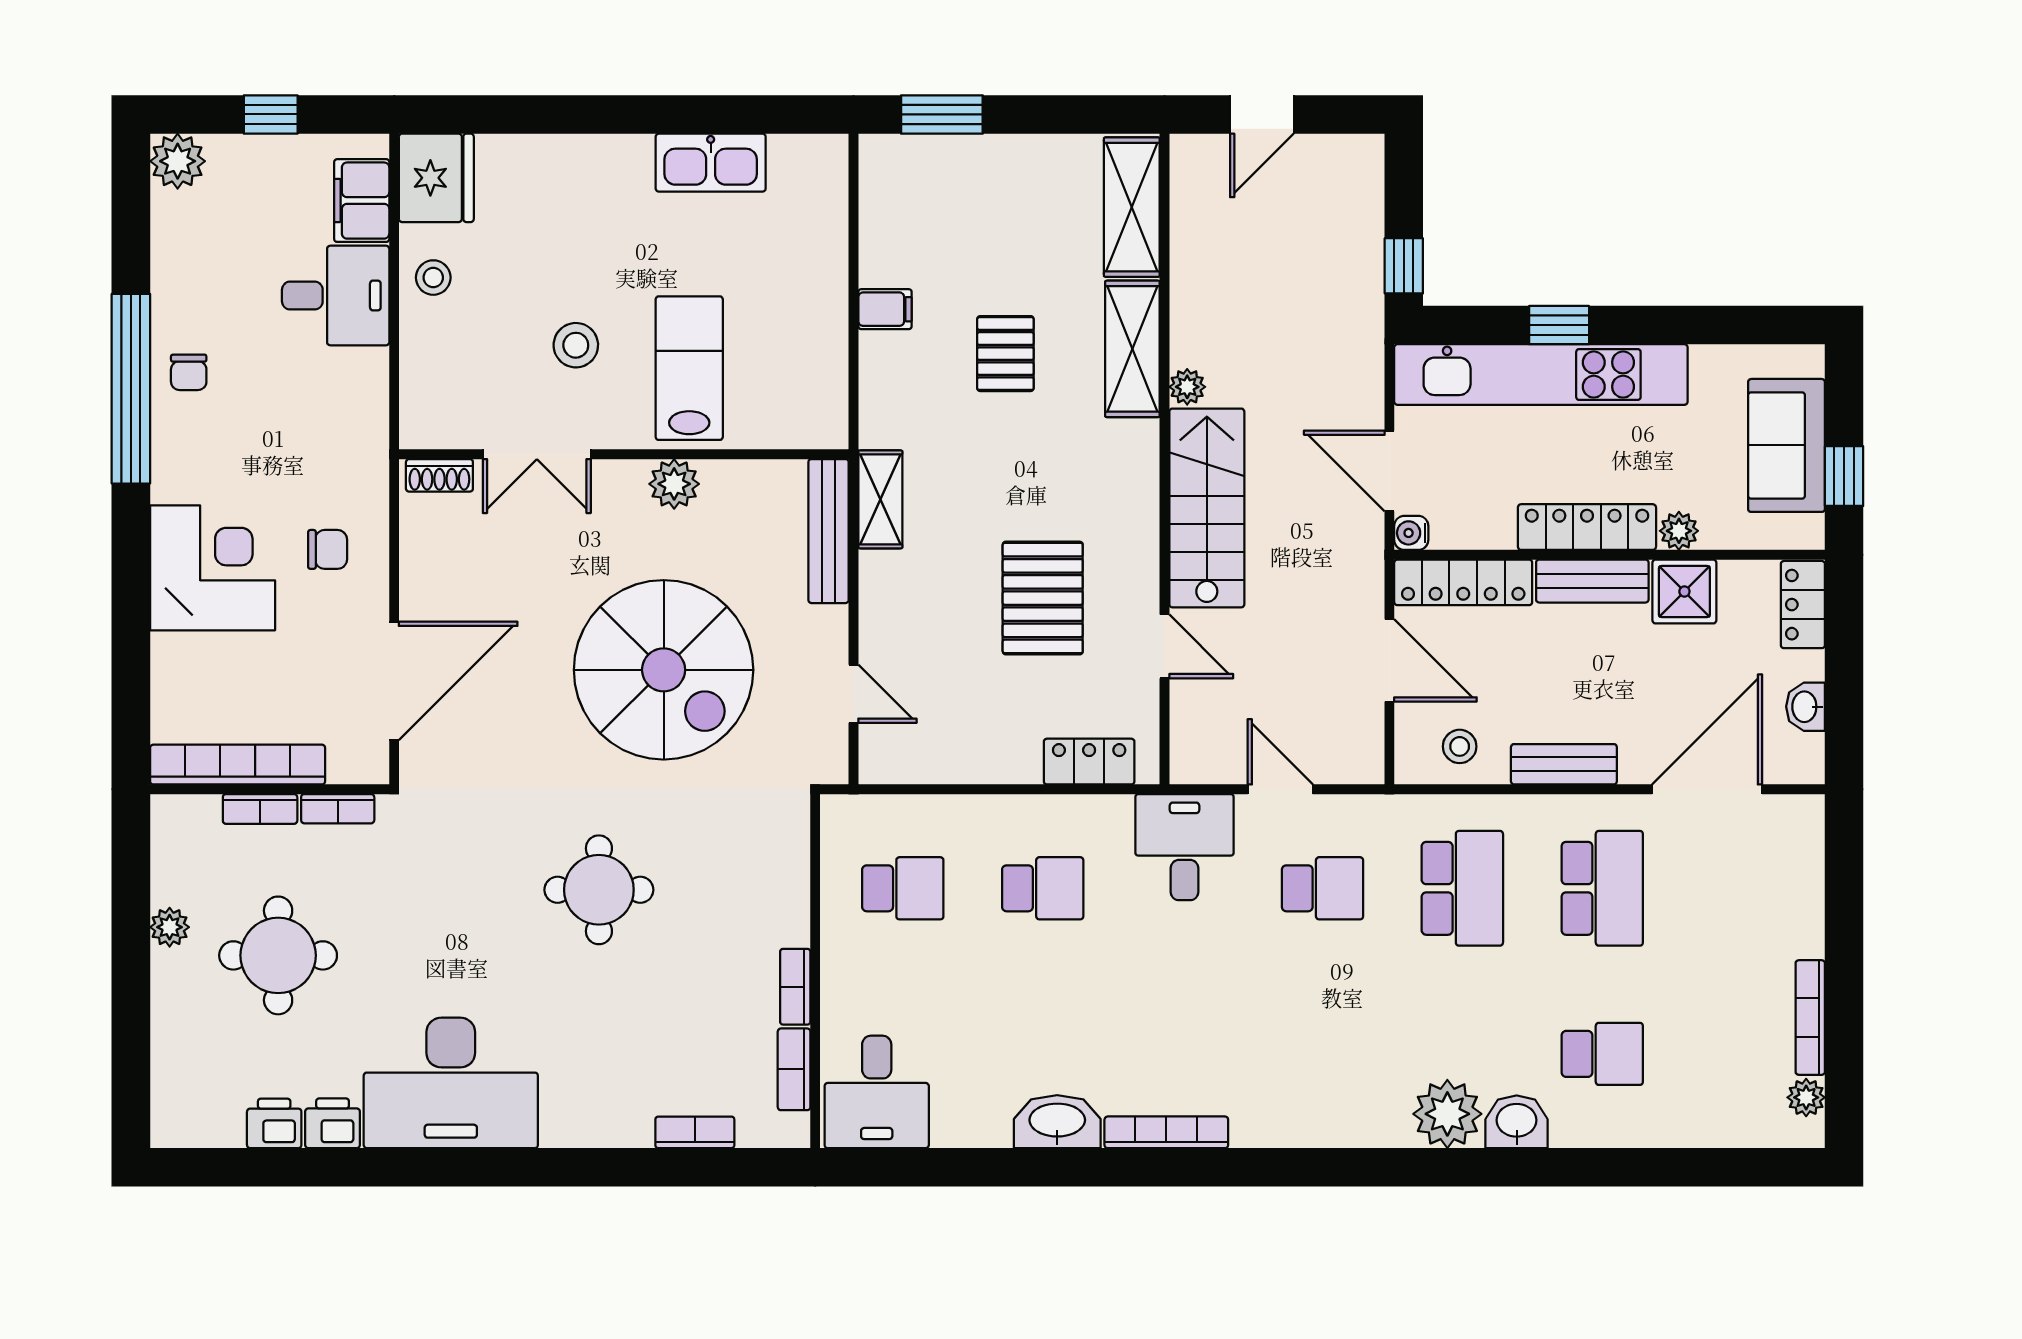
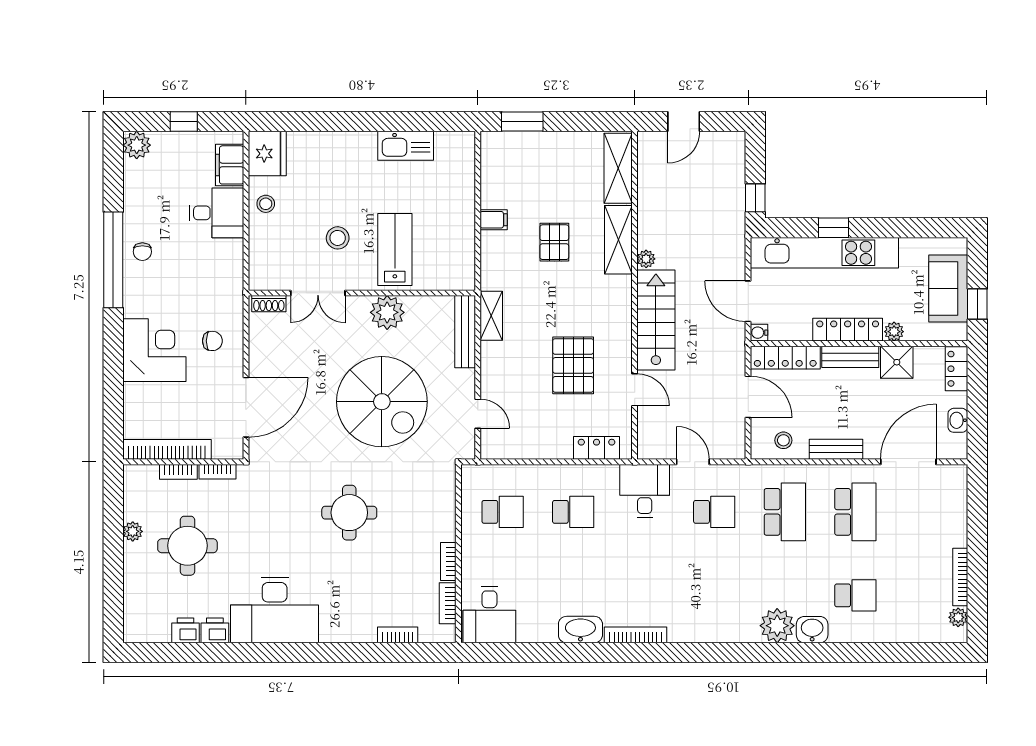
plant: (674, 484) -> (387, 312), width x1.36, depth x1.36

